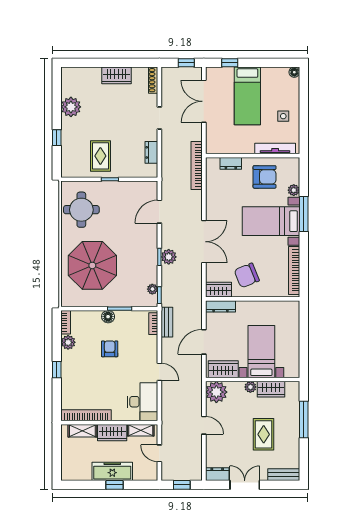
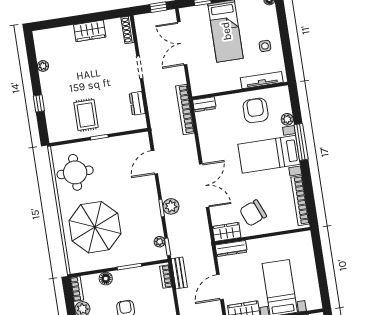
plant: (71, 107) -> (43, 66), width x0.53, depth x0.53
dresser: (231, 163) -> (204, 104), moved
armchair: (265, 177) -> (256, 110), turned -90
floor lamp: (108, 317) -> (106, 279), moved

